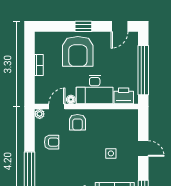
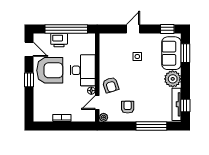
armchair: (78, 51) -> (50, 70), moved
printer: (124, 96) -> (59, 40), moved, turned -90
door: (57, 106) -> (97, 102), hinge flipped
armchair: (77, 122) -> (111, 85), turned 72

